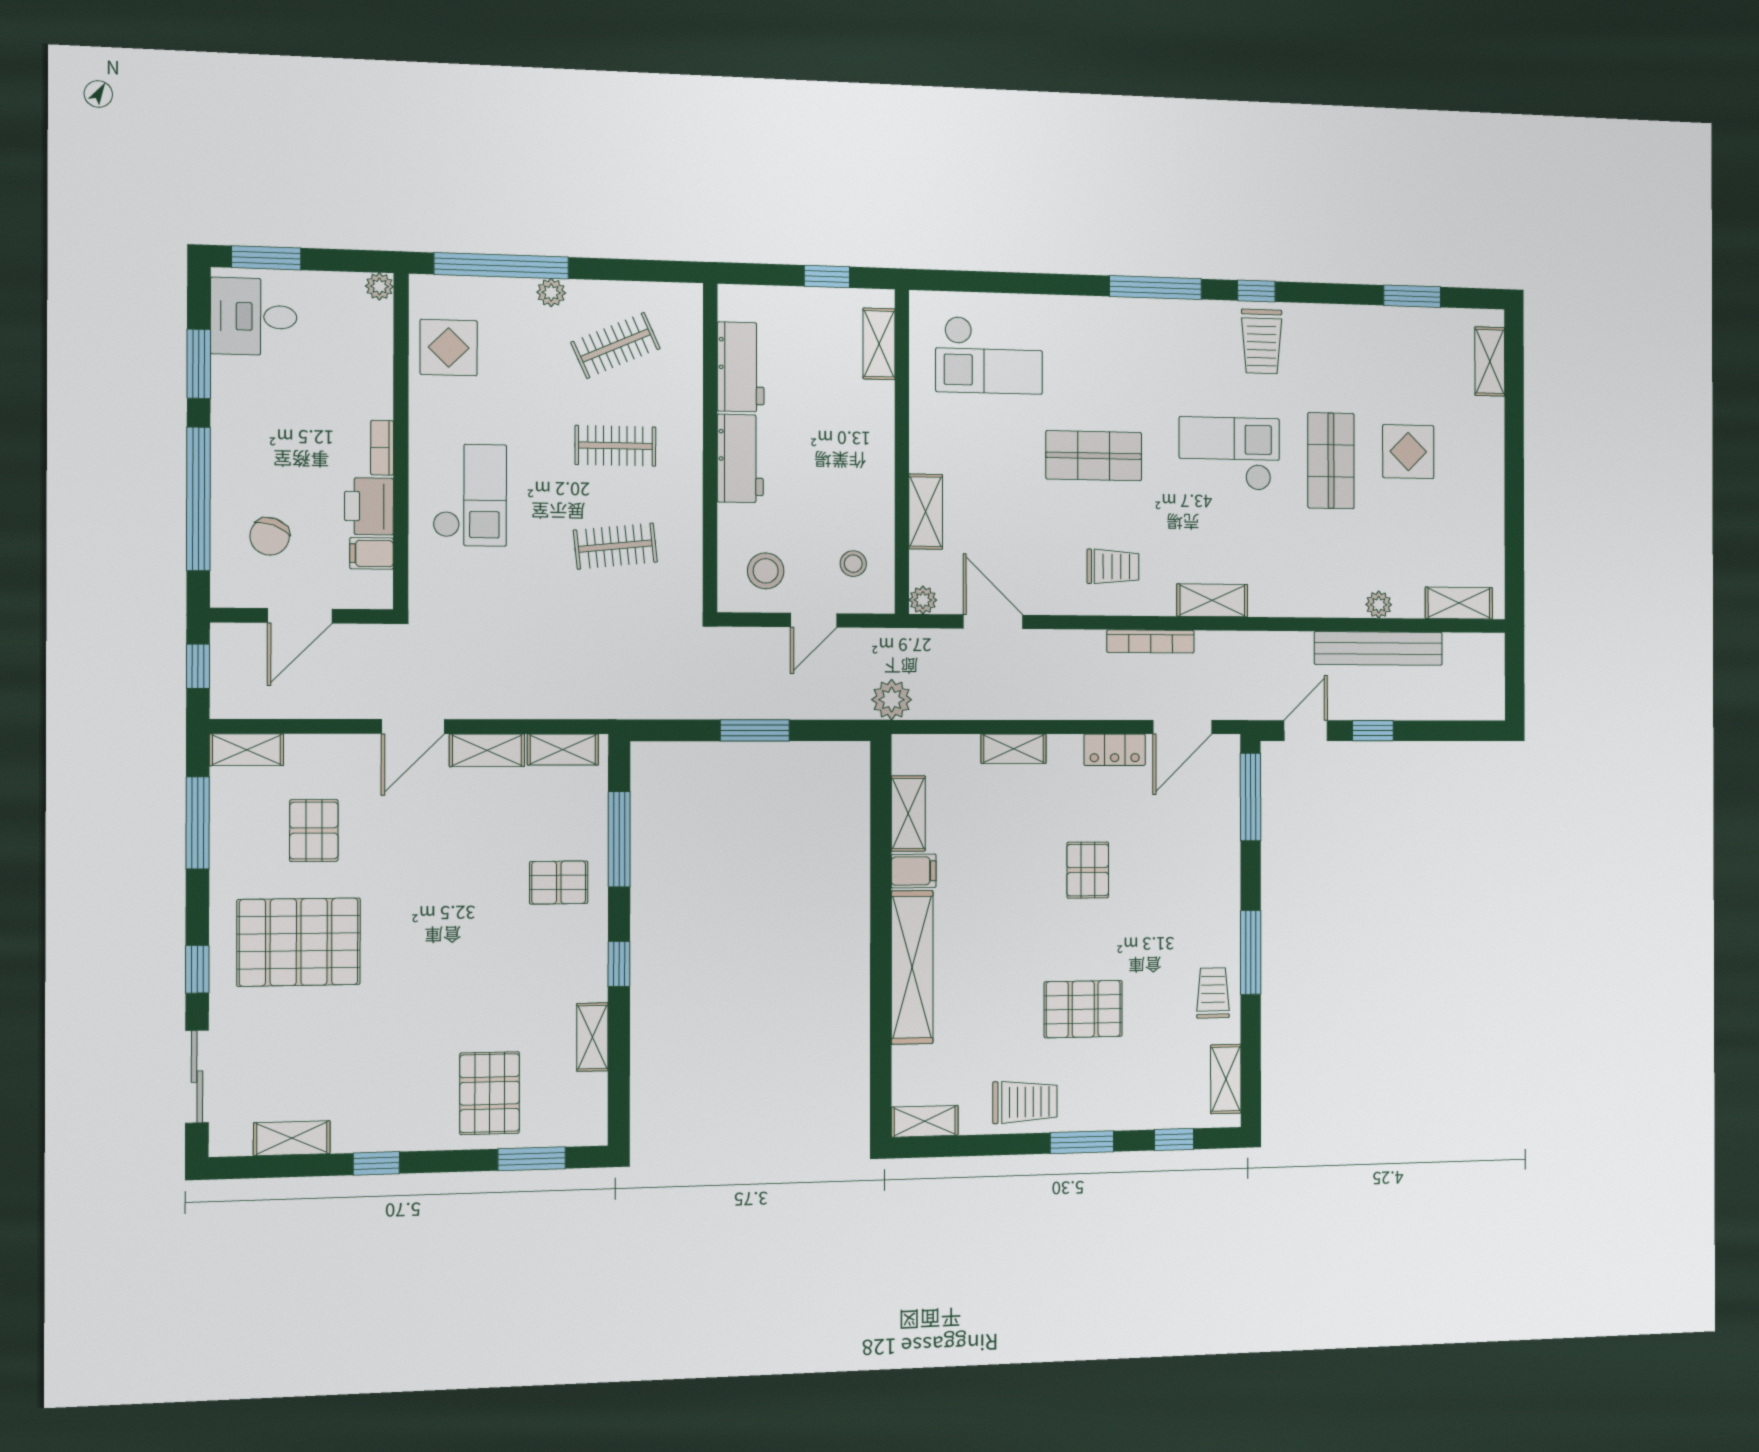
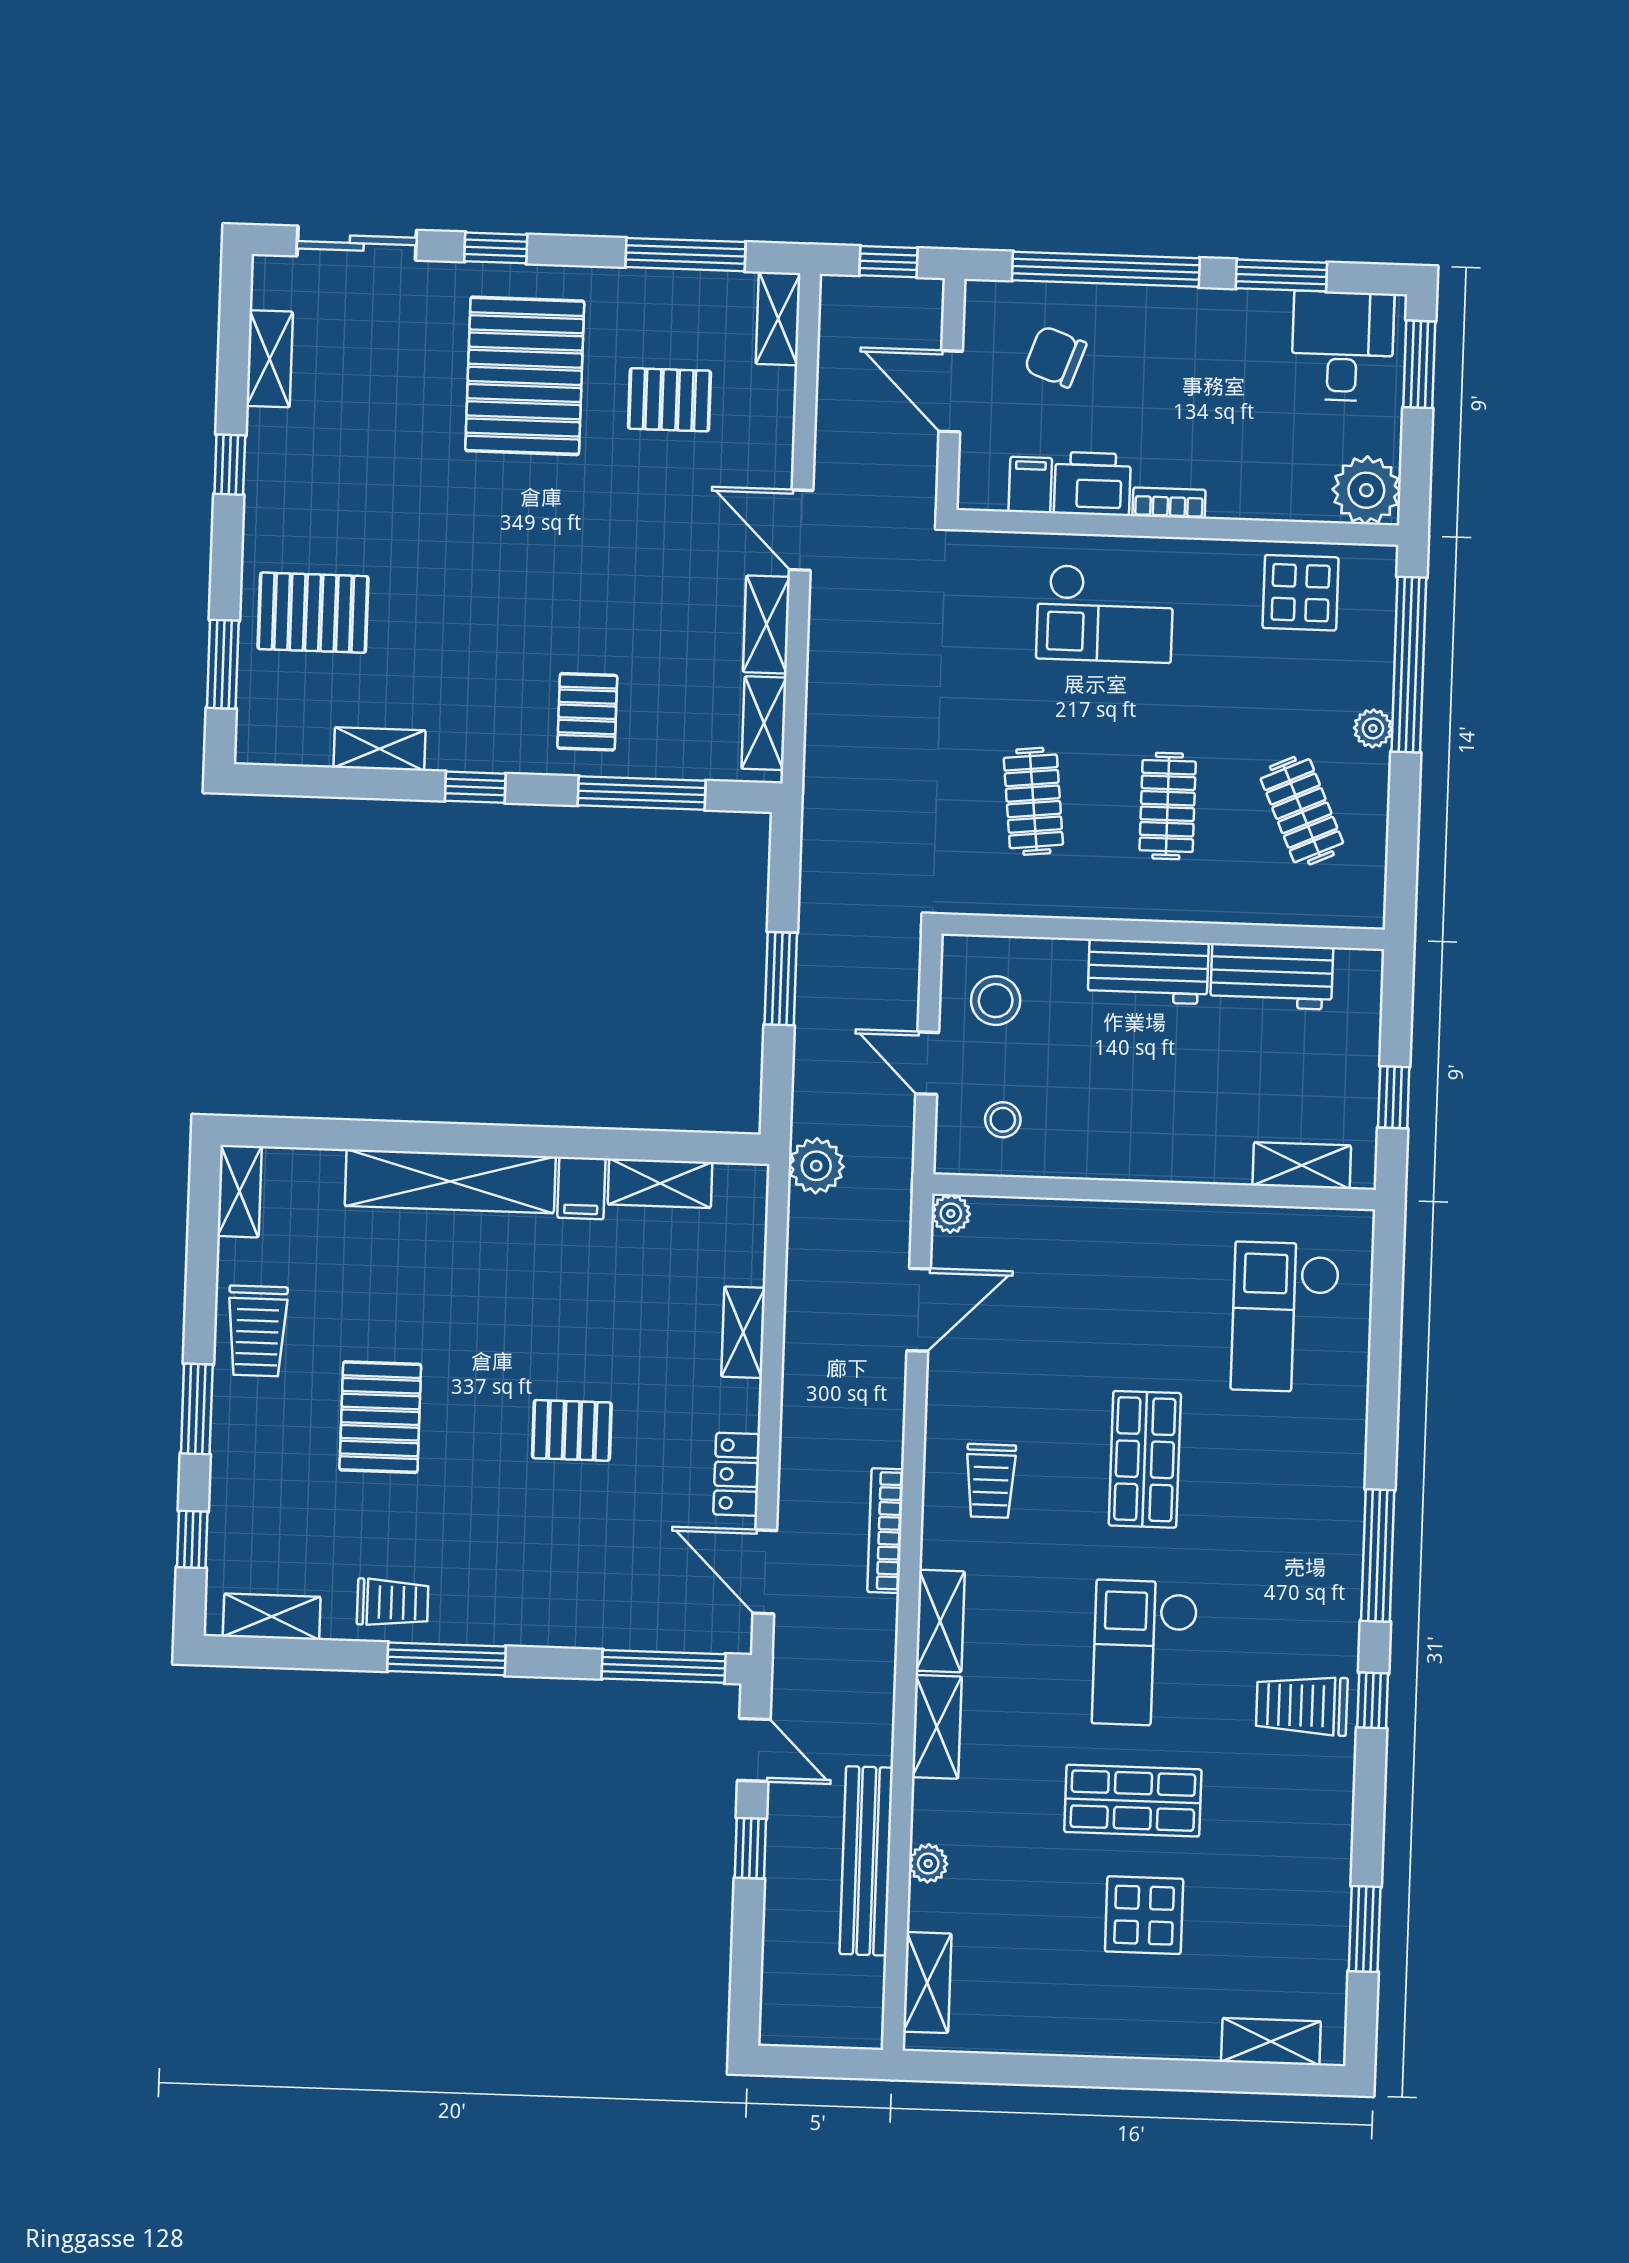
plant: (379, 286) -> (1366, 490), width x1.88, depth x1.88
checkout: (1229, 454) -> (1145, 1653), turned 180
shelving: (926, 512) -> (937, 1727), moved, turned 90

